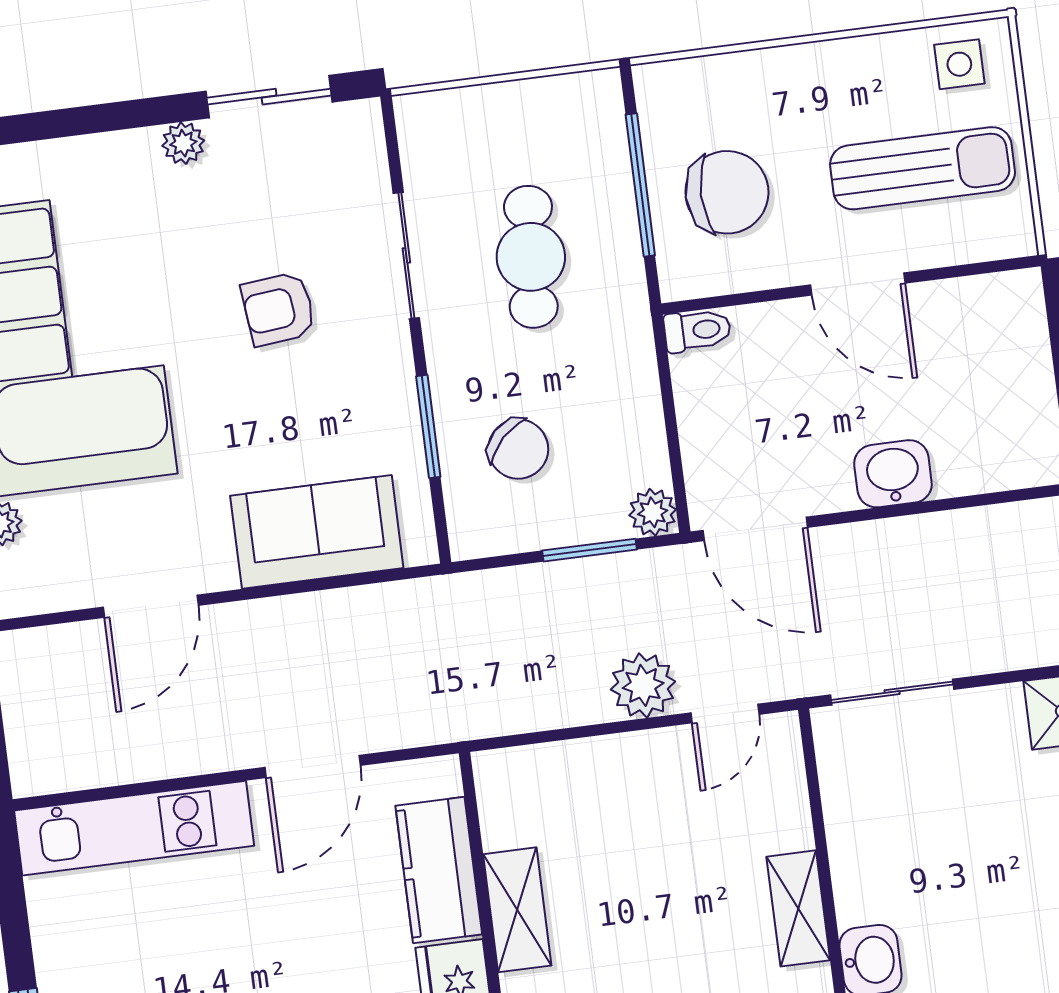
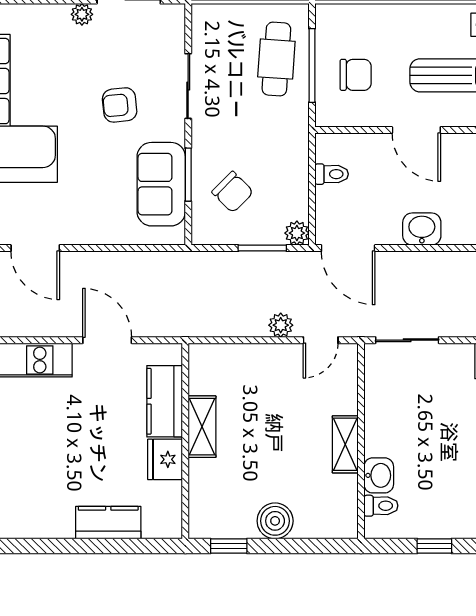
chair: (727, 192) -> (356, 75), width x0.73, depth x0.73
cafe table: (531, 257) -> (276, 59), moved
toilet: (697, 330) -> (332, 174), moved
sofa: (317, 532) -> (161, 184), moved, turned -90
door: (151, 606) -> (35, 248), hinge flipped
plant: (643, 685) -> (281, 325), width x0.73, depth x0.73
door: (313, 766) -> (107, 340), swing flipped

